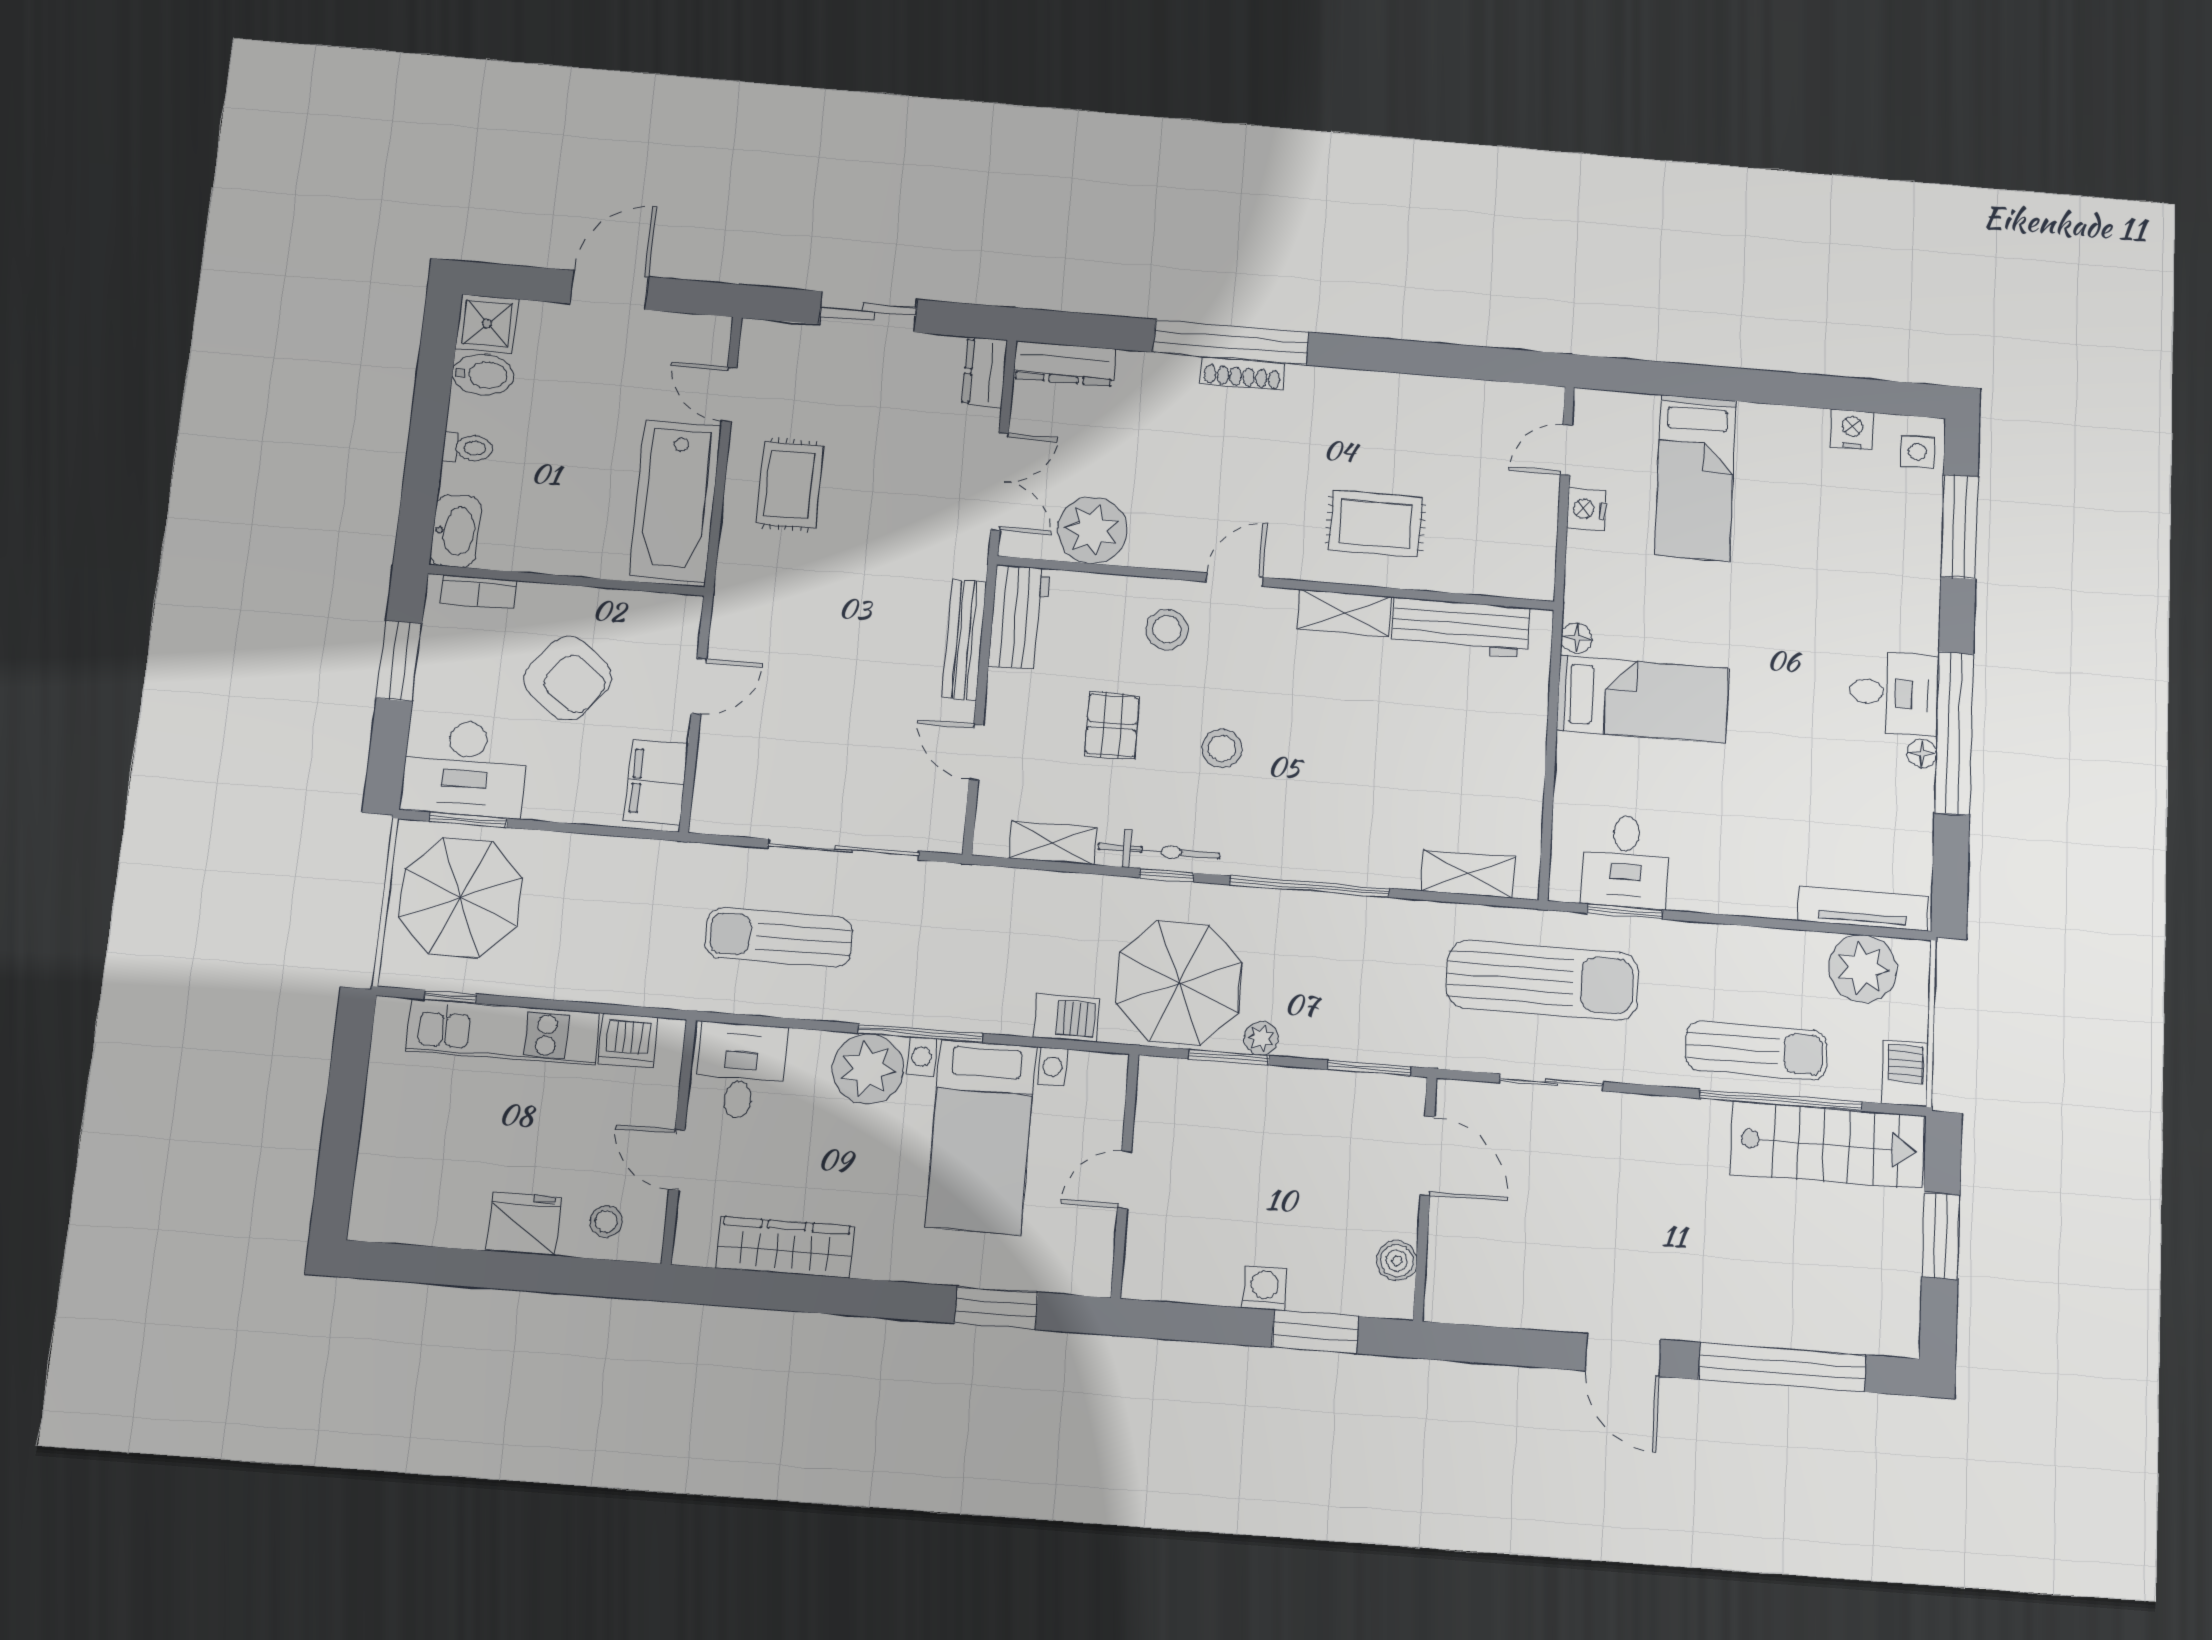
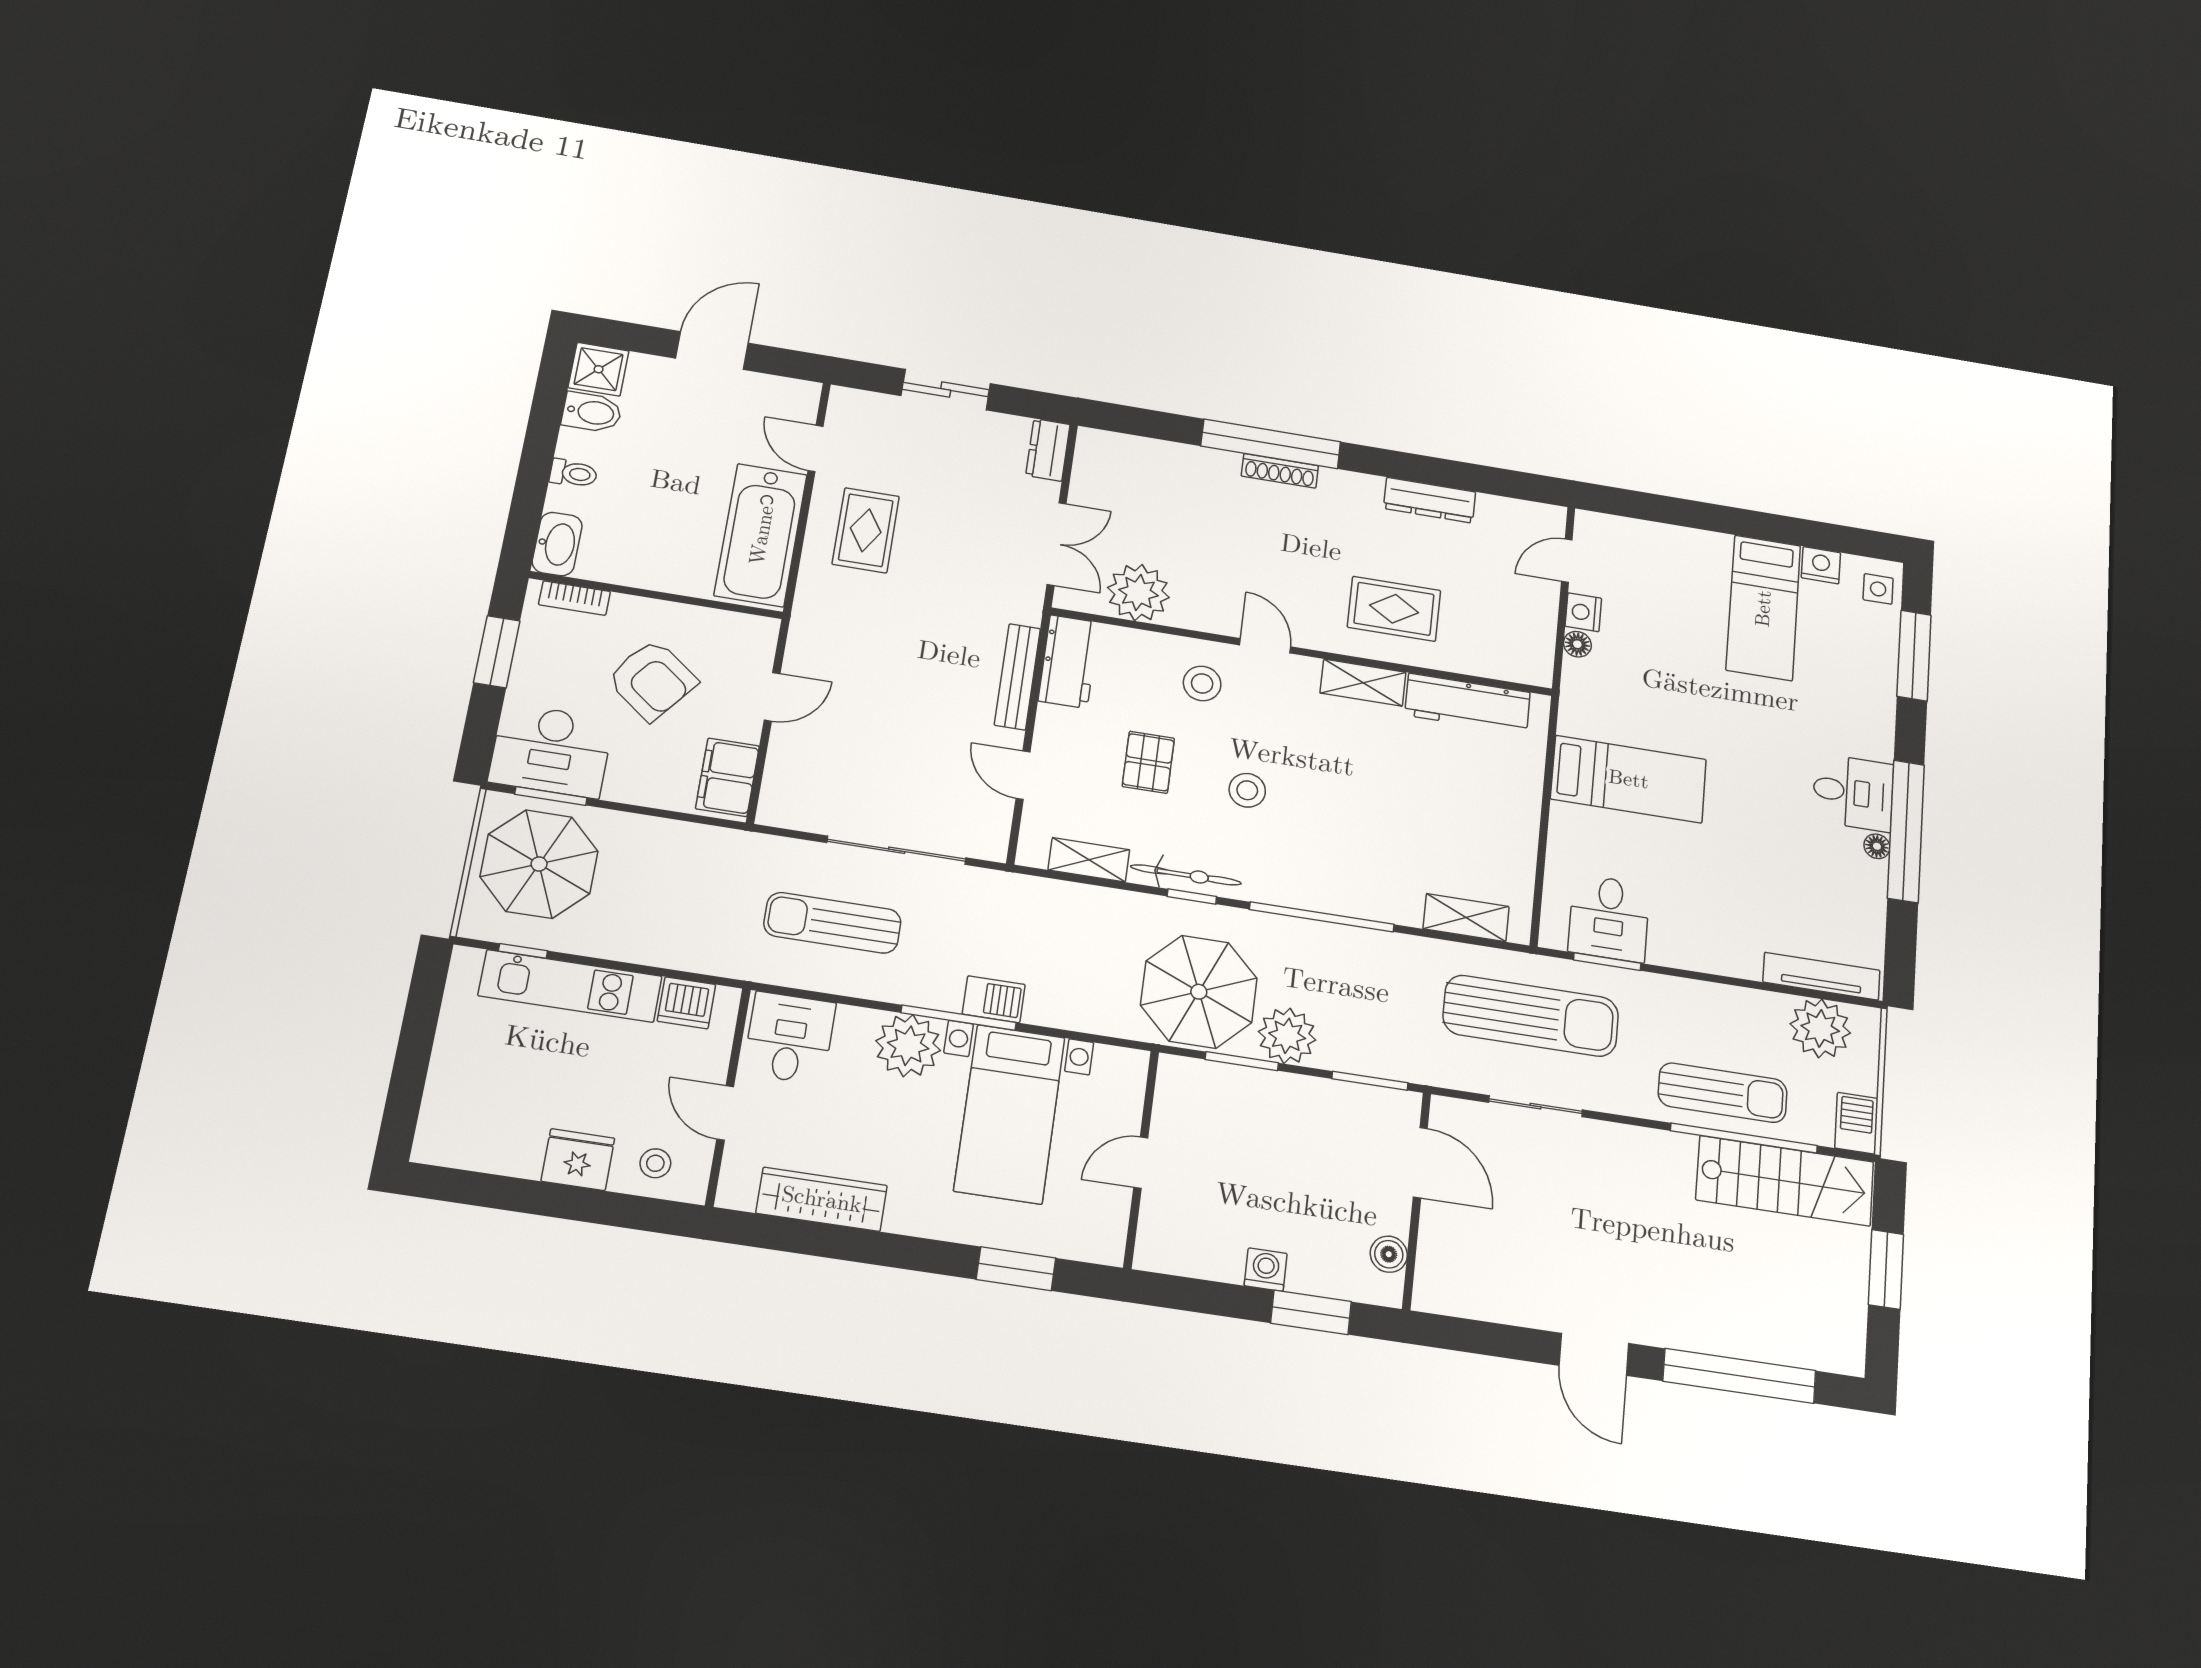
dresser: (1065, 364) -> (1430, 500), moved
bed: (1695, 478) -> (1763, 608), moved
door: (1235, 580) -> (1265, 646), hinge flipped
floor lamp: (1576, 638) -> (1577, 644), moved
barbecue: (1066, 1018) -> (994, 999), moved
plant: (1261, 1038) -> (1287, 1036), width x1.88, depth x1.88

